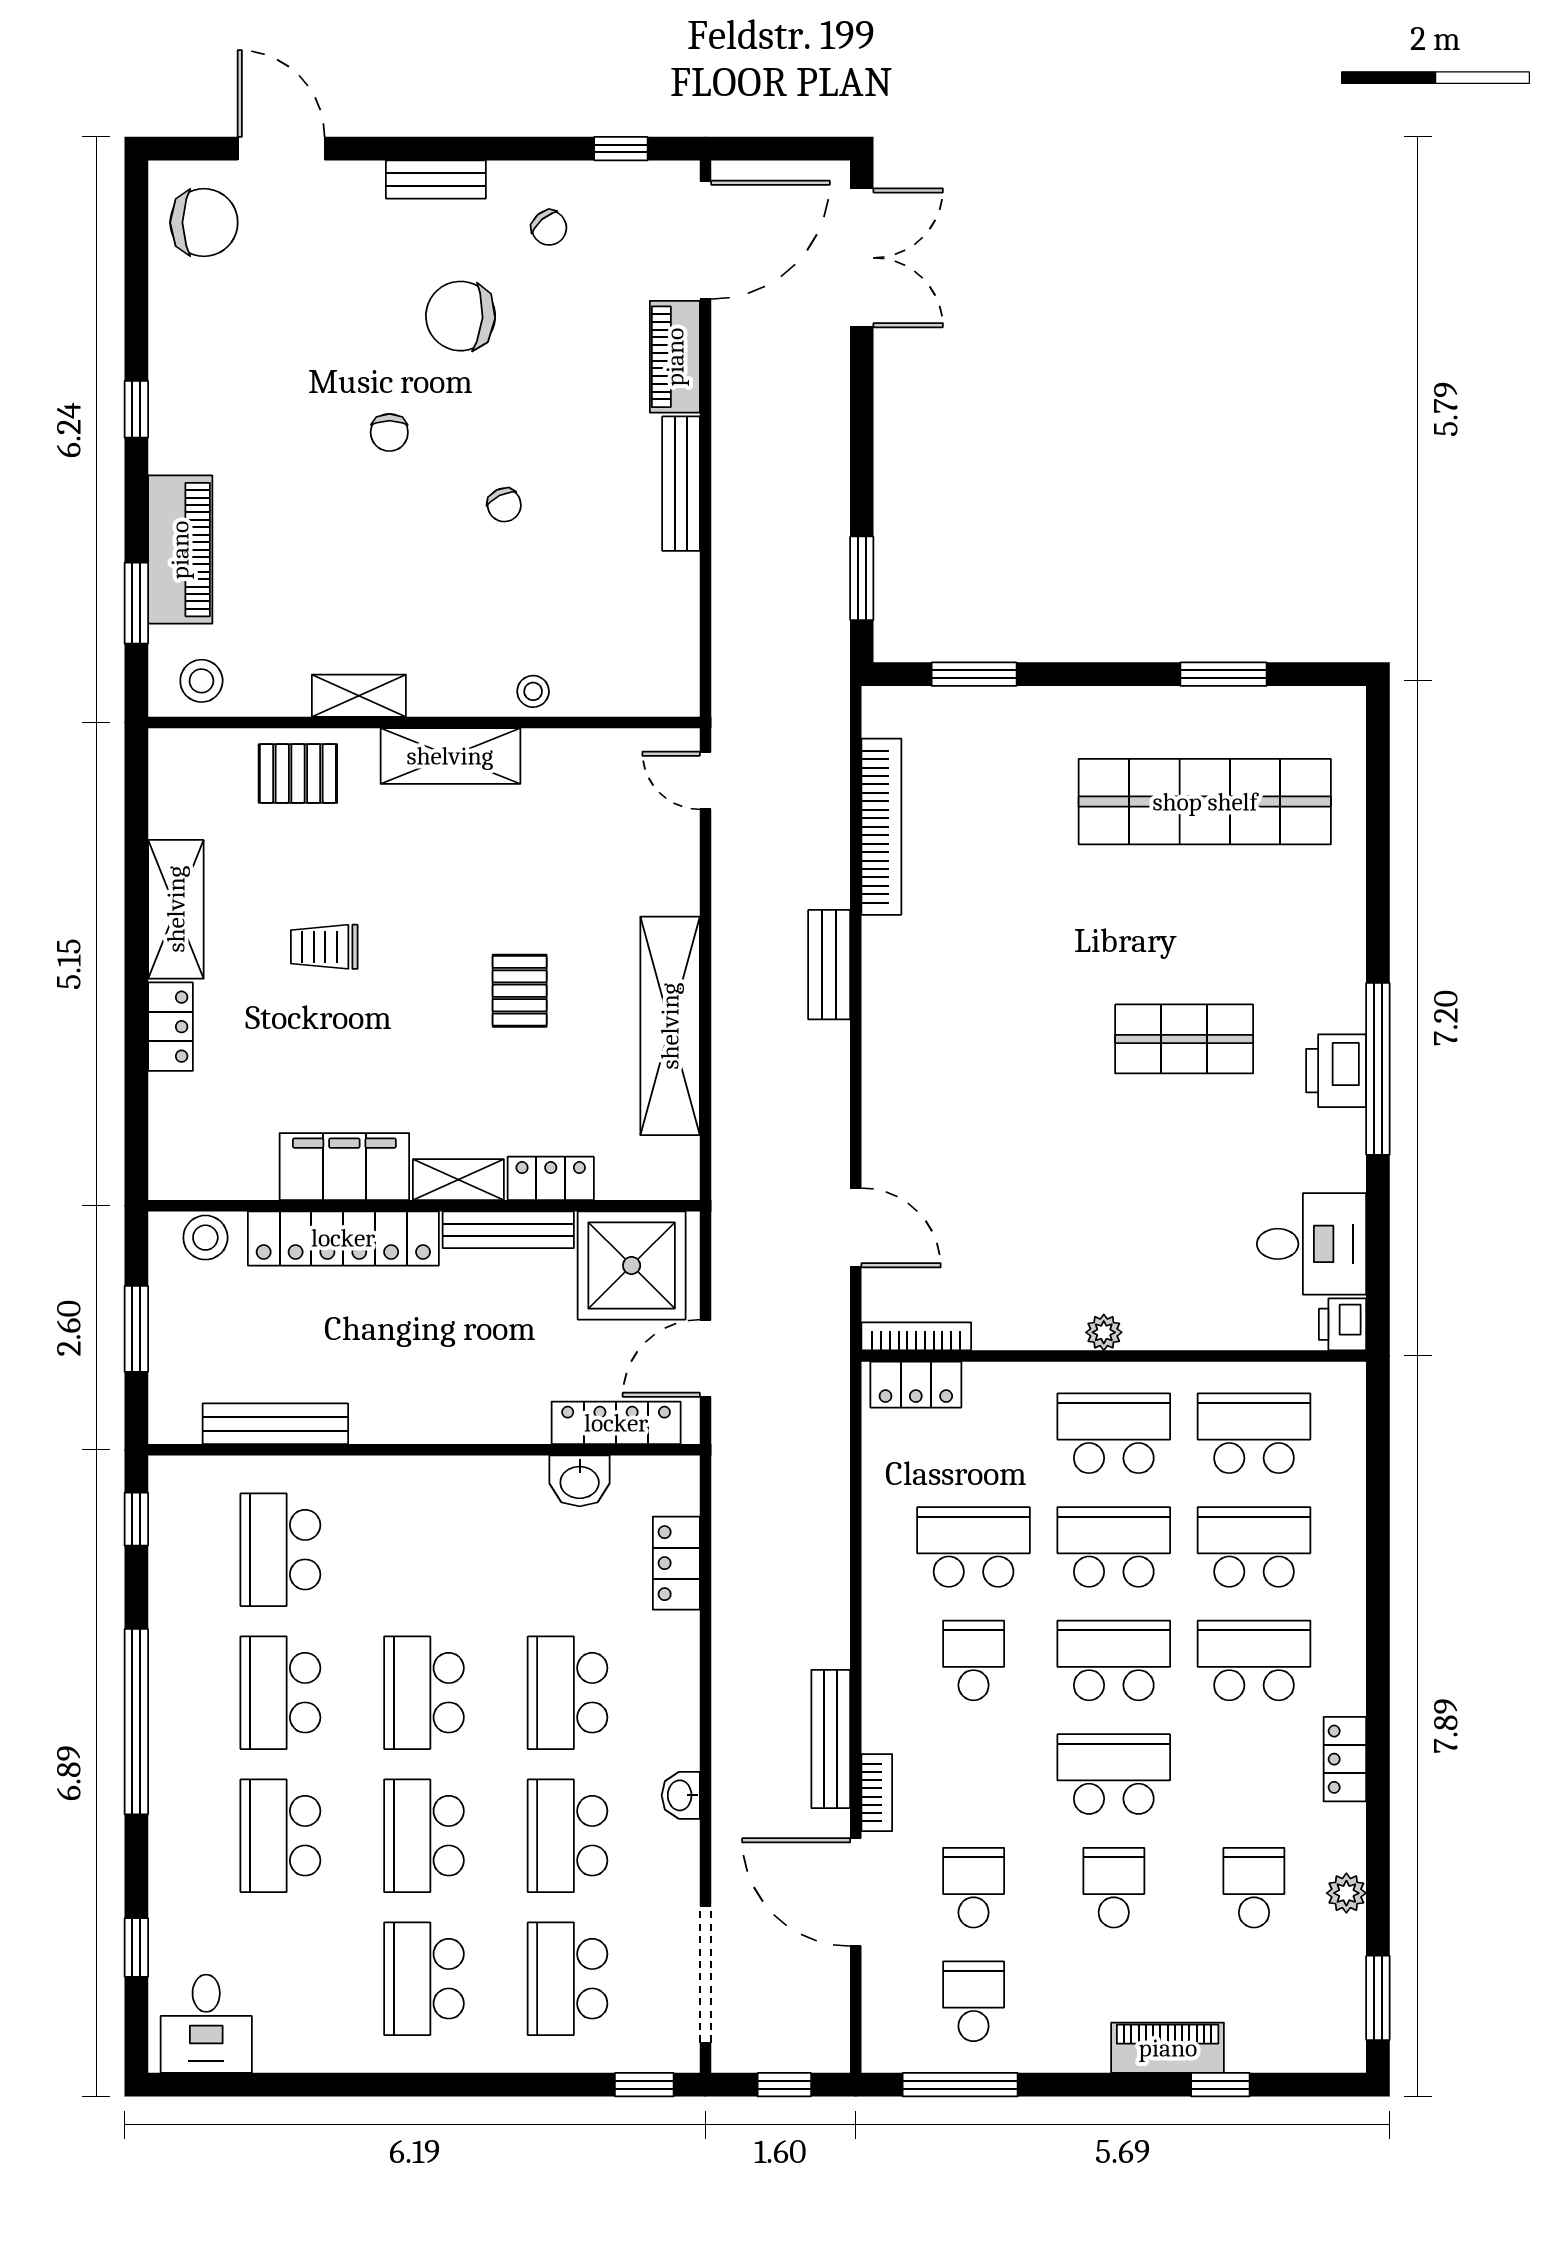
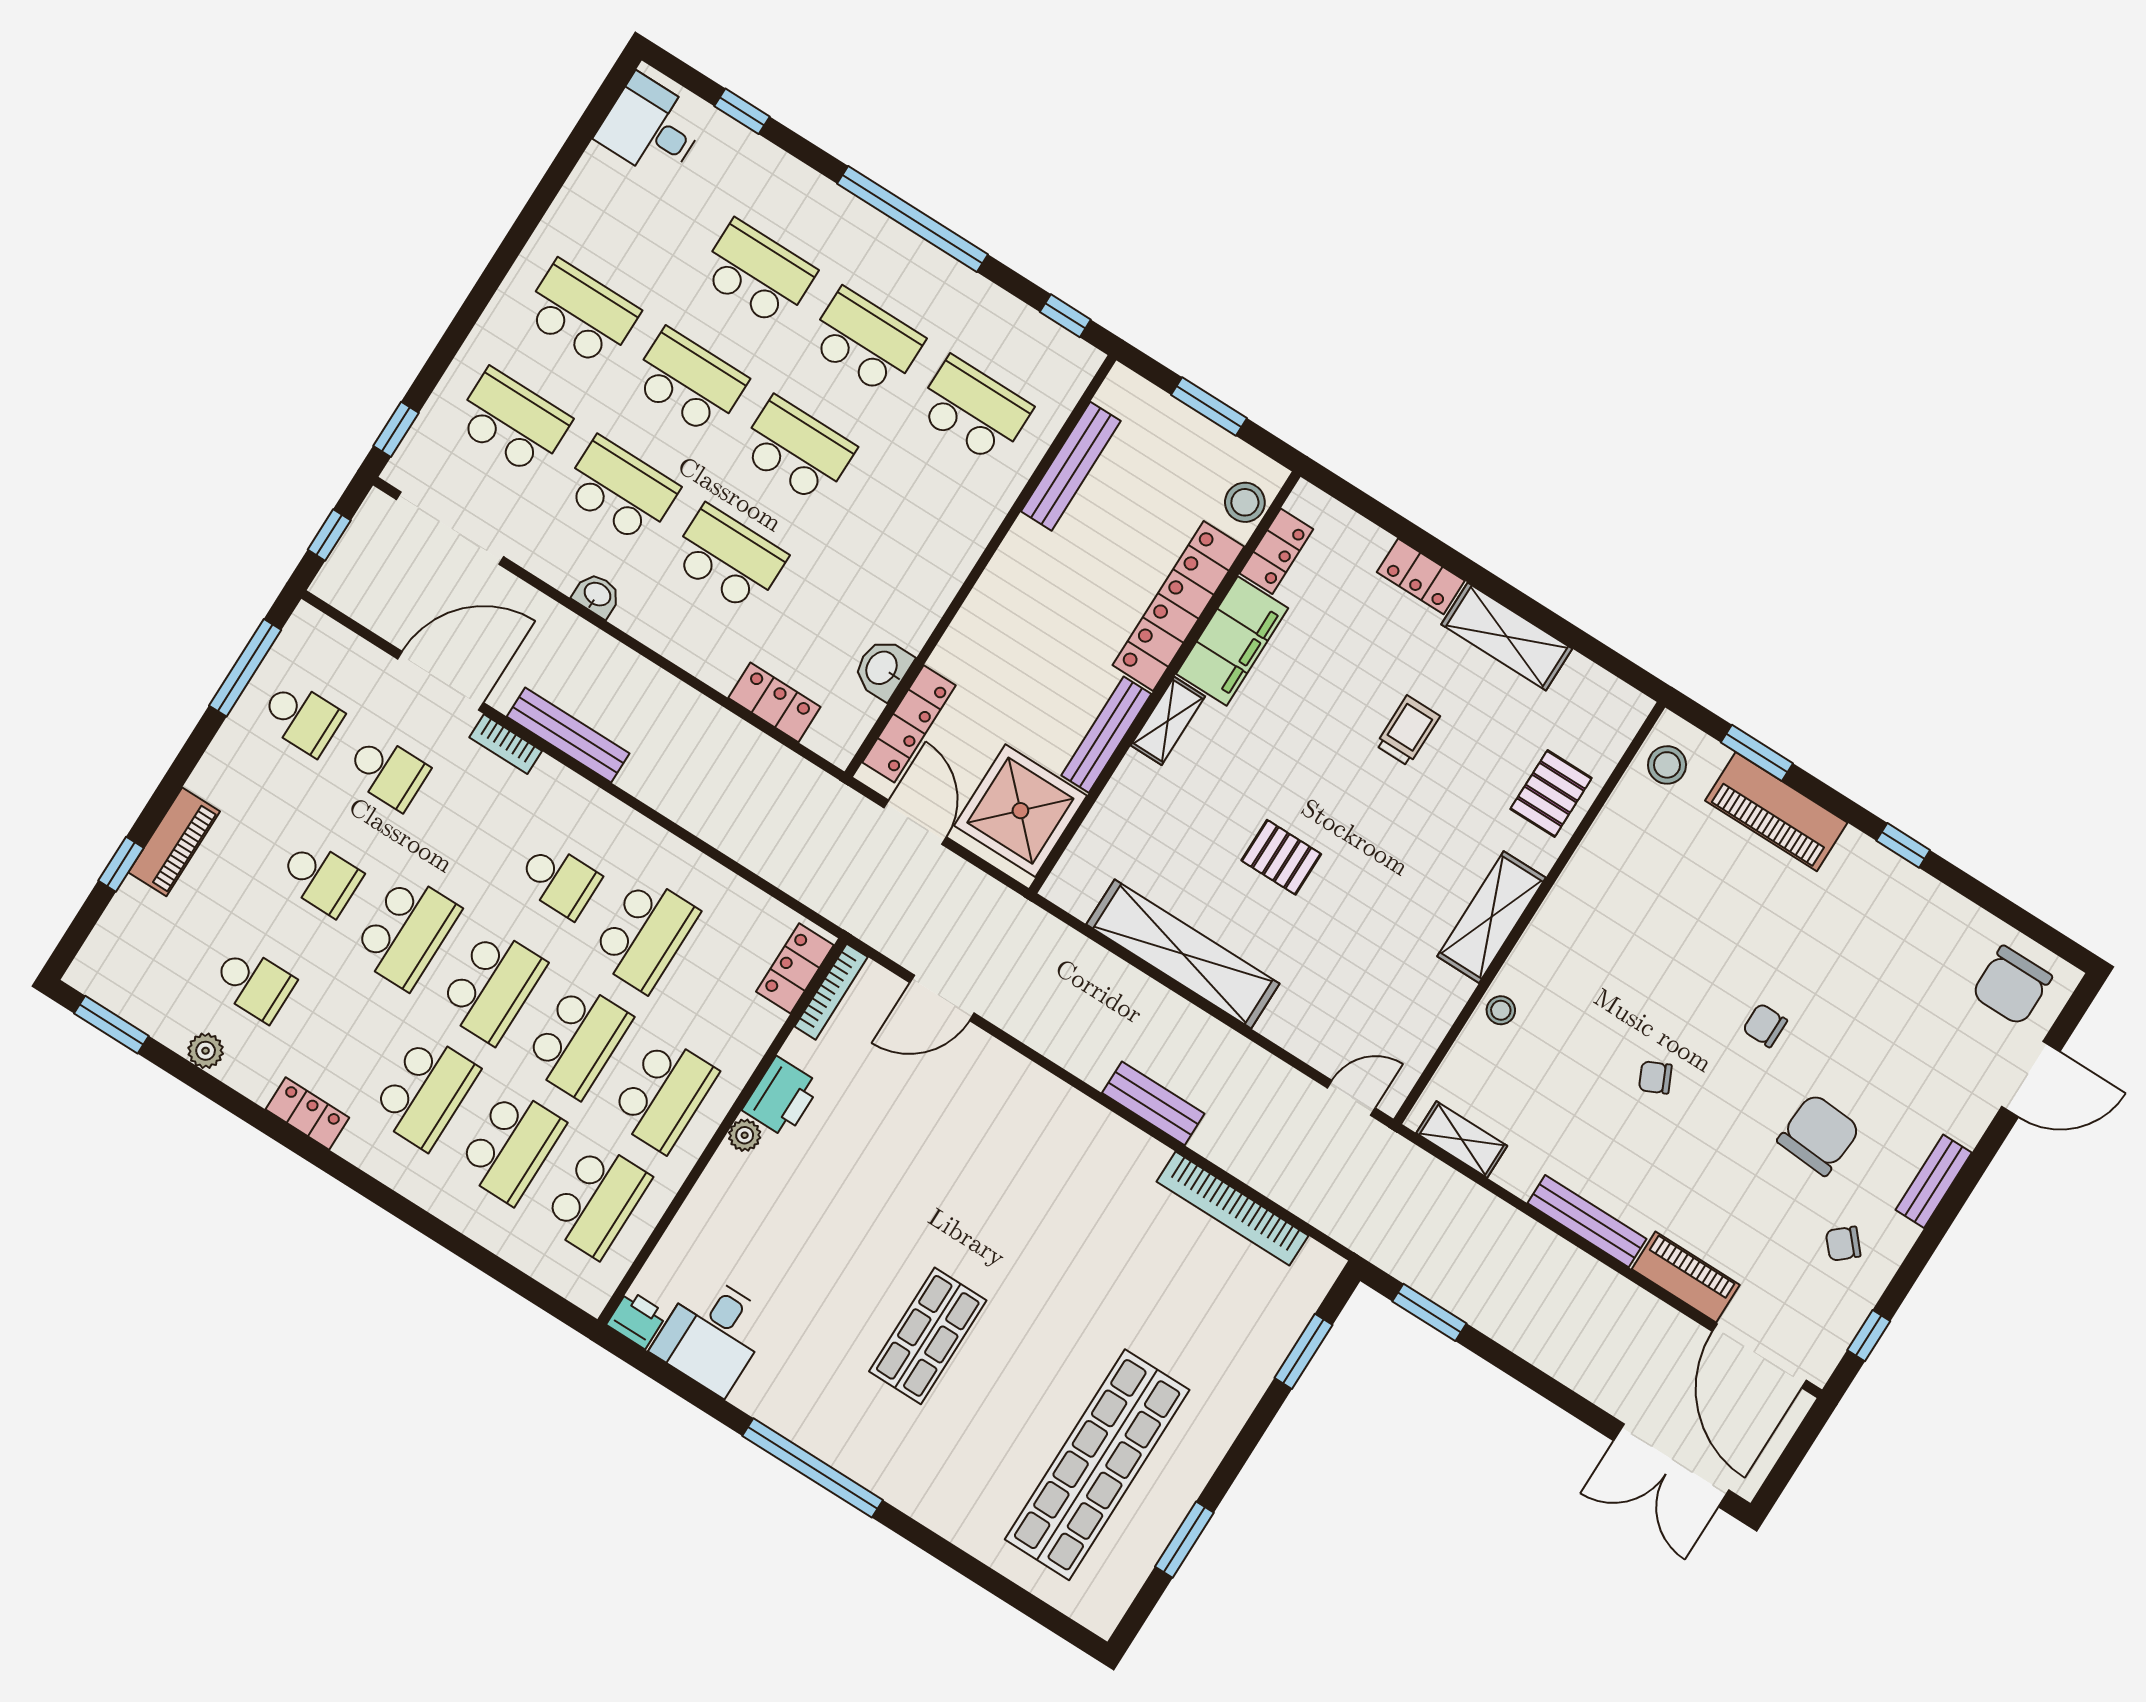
shelving: (359, 696) -> (1462, 1139), moved, turned 90
printer: (1336, 1071) -> (781, 1097), moved, turned 90
locker: (551, 1178) -> (1276, 551), moved

